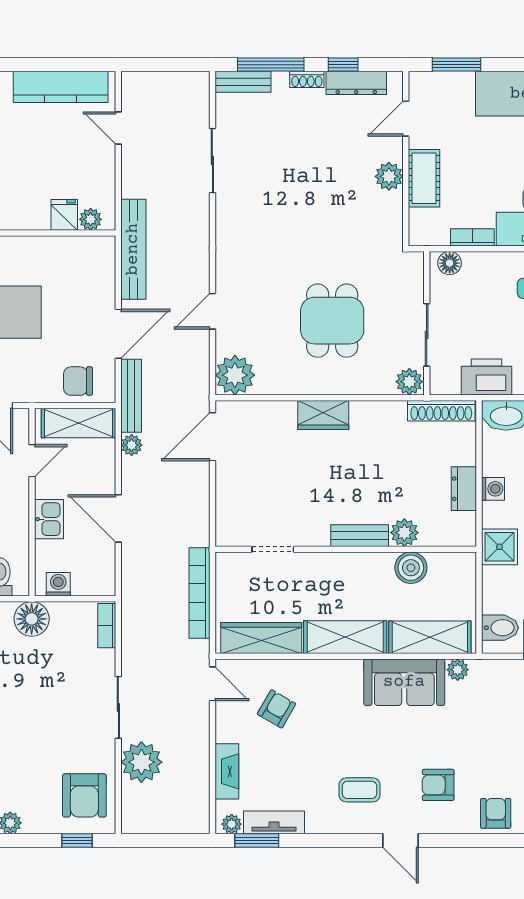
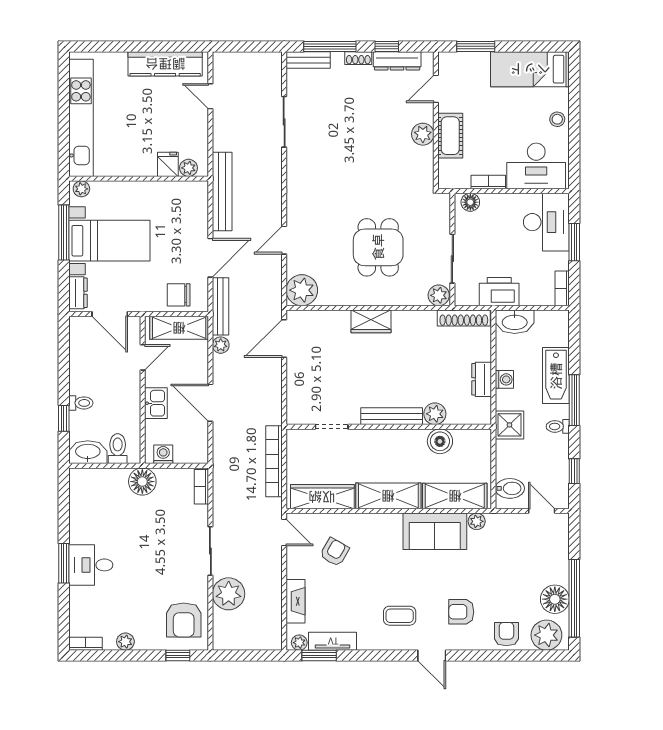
bench: (360, 536) -> (392, 416), width x1.36

